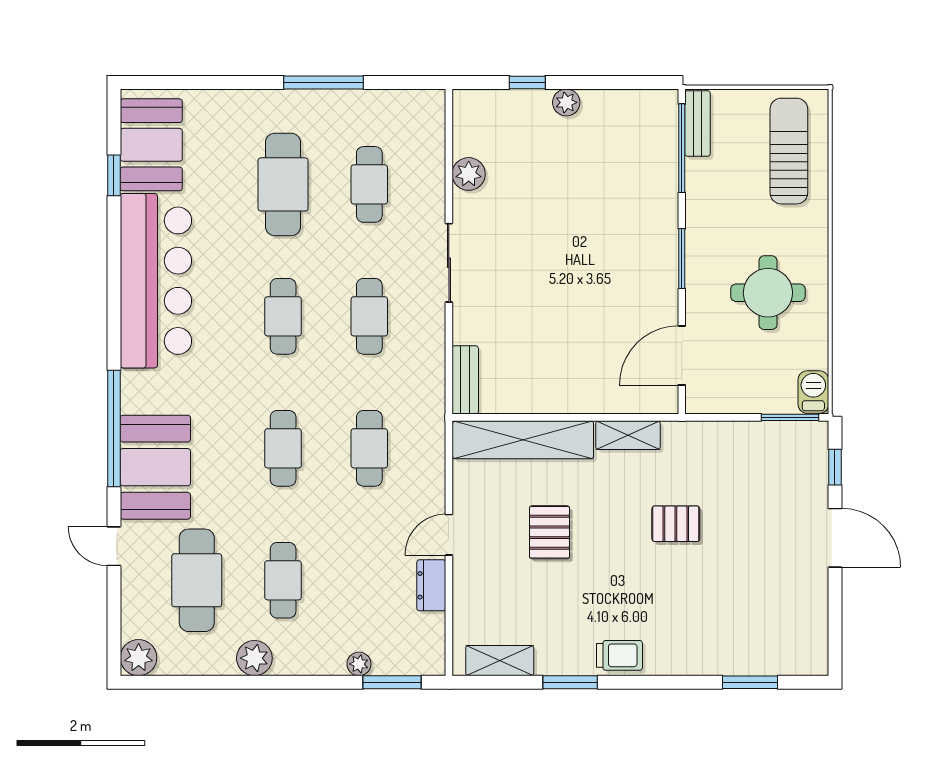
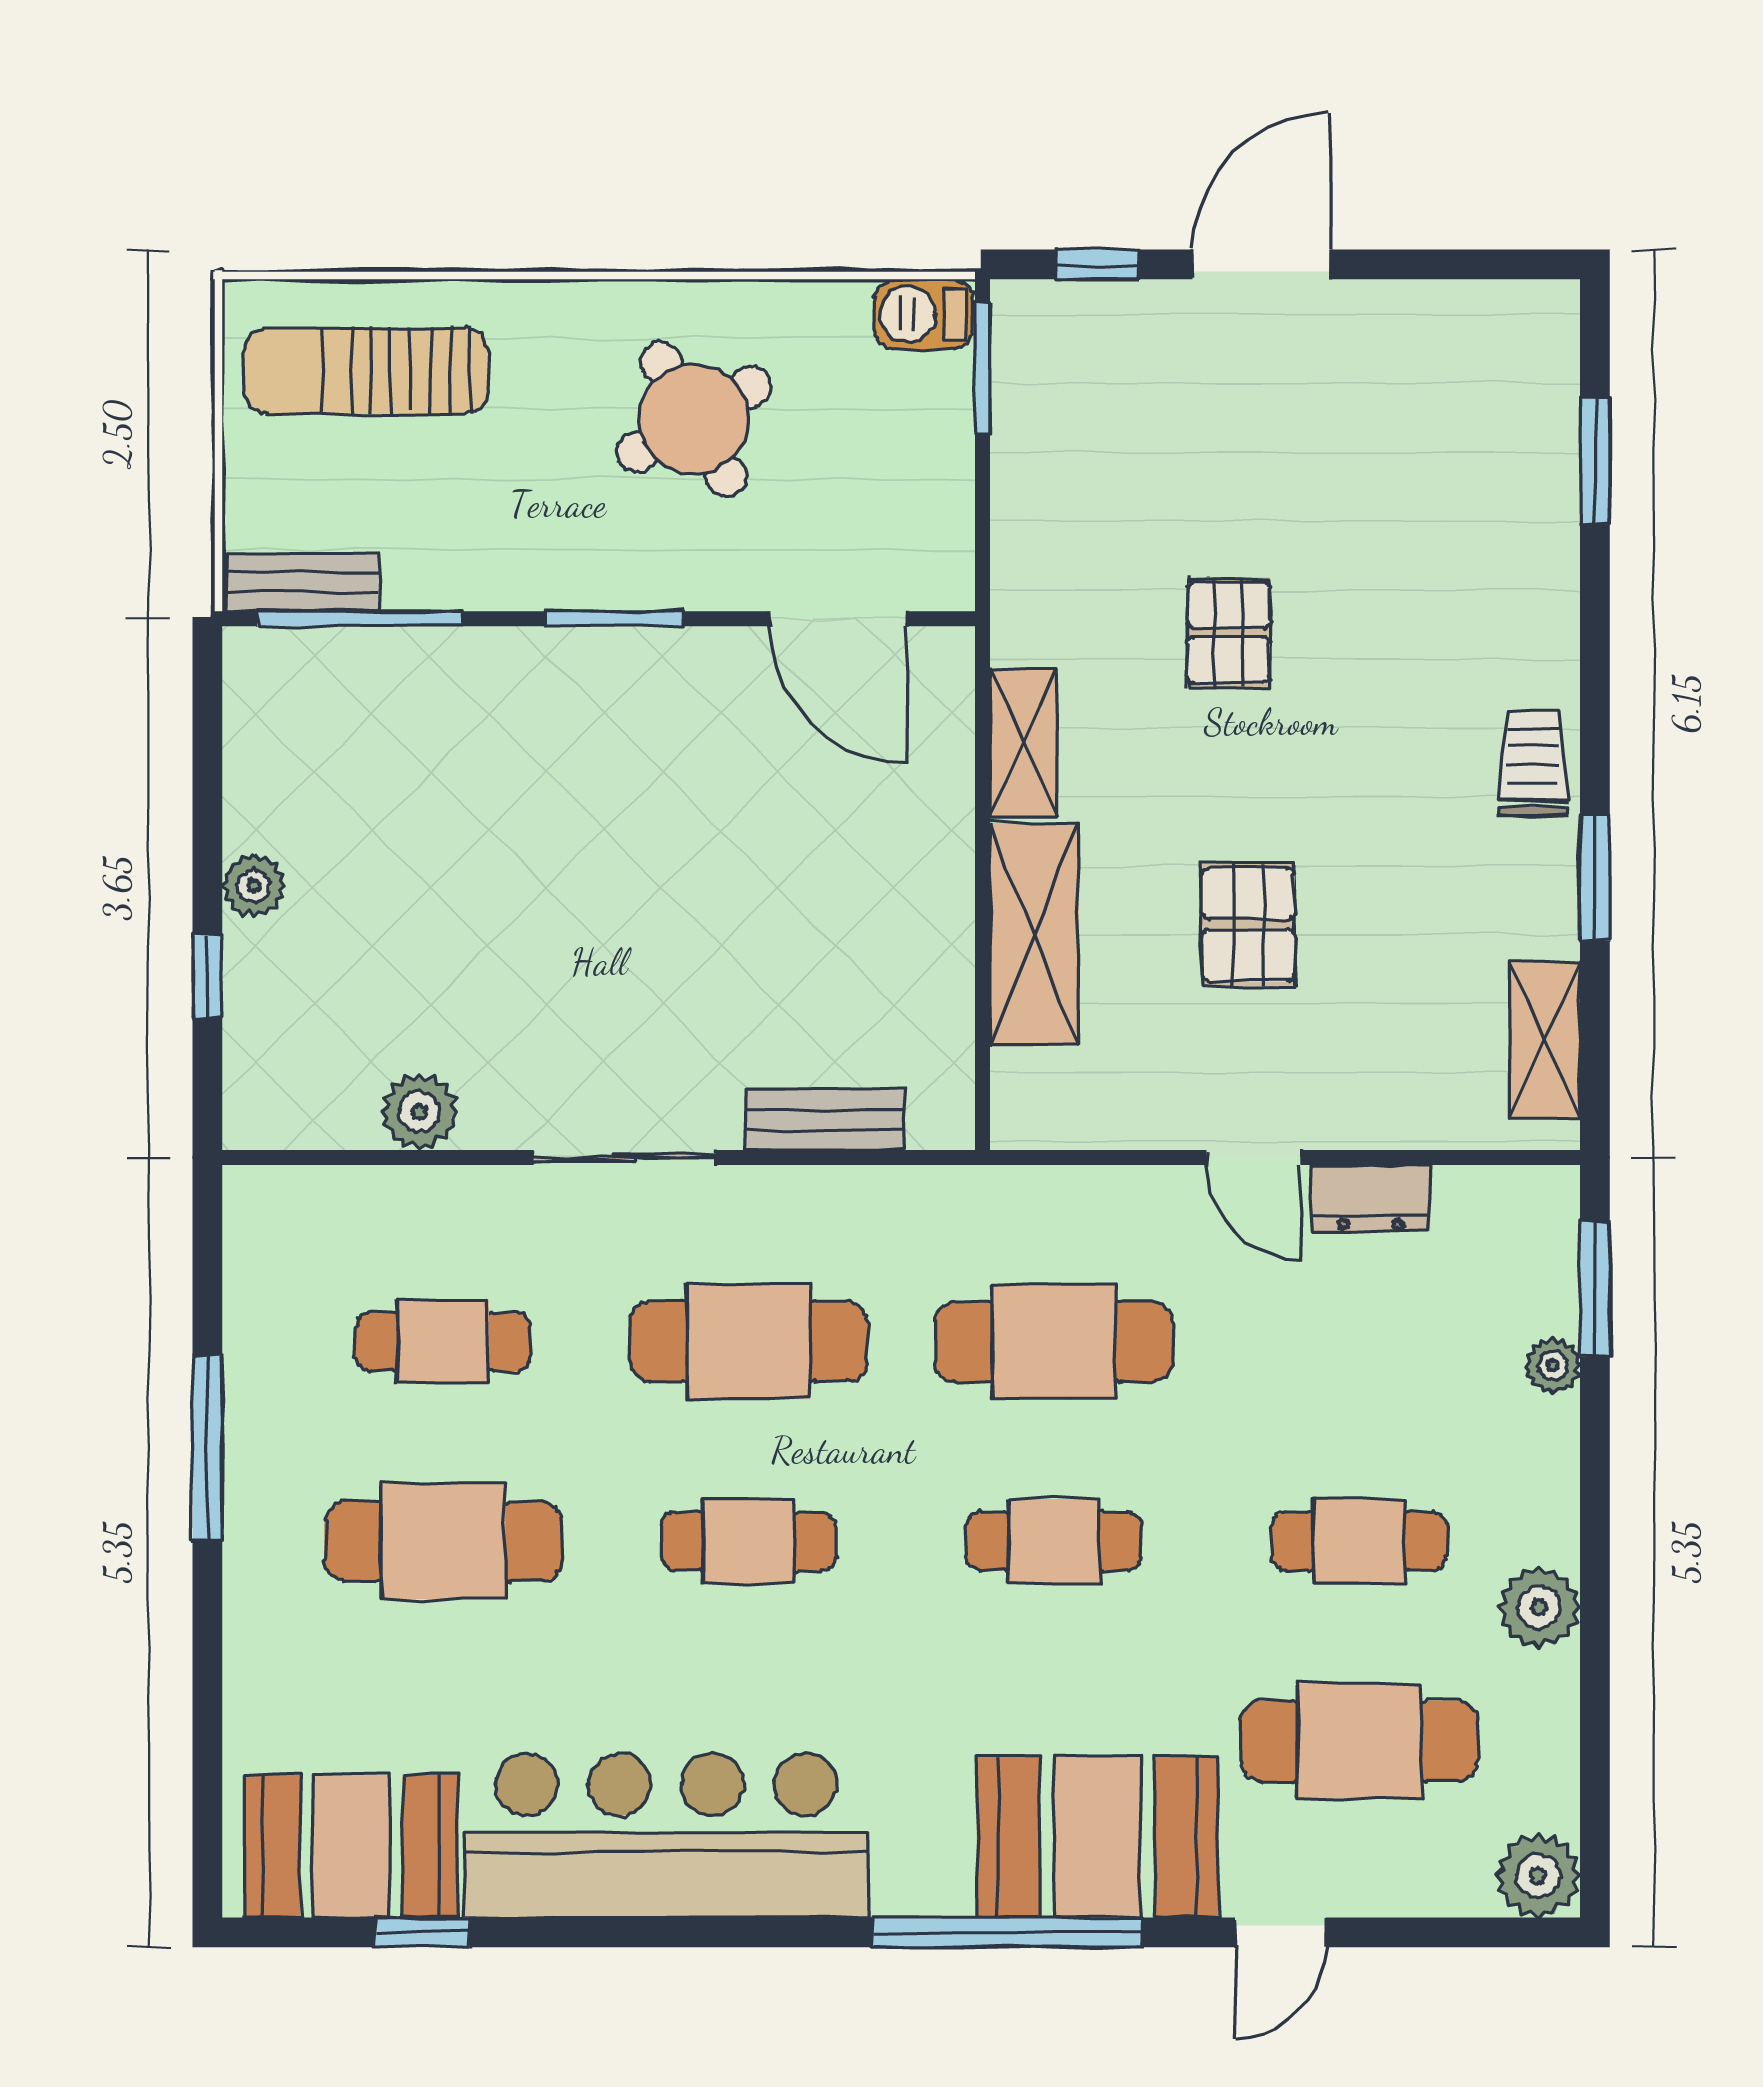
round table: (768, 293) -> (694, 419), turned -30
cafe table: (369, 316) -> (749, 1342), width x1.37, depth x1.35
bench: (465, 380) -> (825, 1120), moved
shelving: (523, 440) -> (1034, 934), width x0.68
cafe table: (369, 448) -> (1054, 1342), width x1.37, depth x1.35
pallet: (550, 532) -> (1248, 925), turned 90

